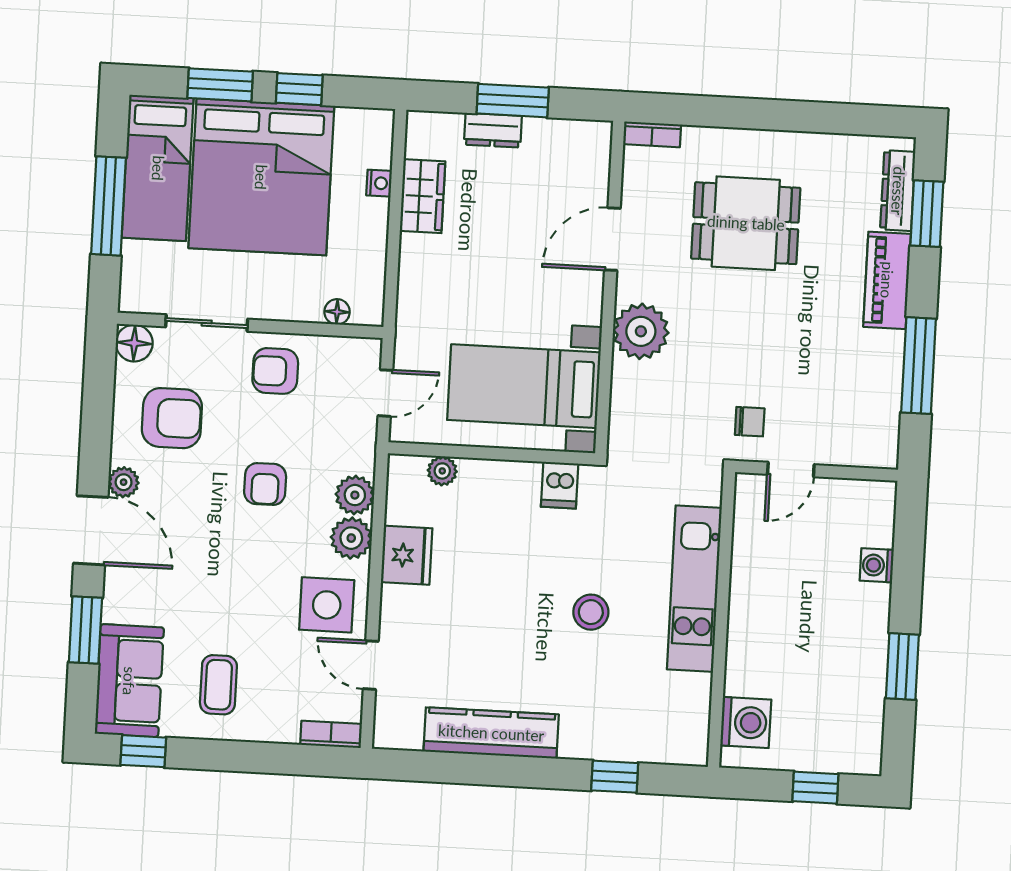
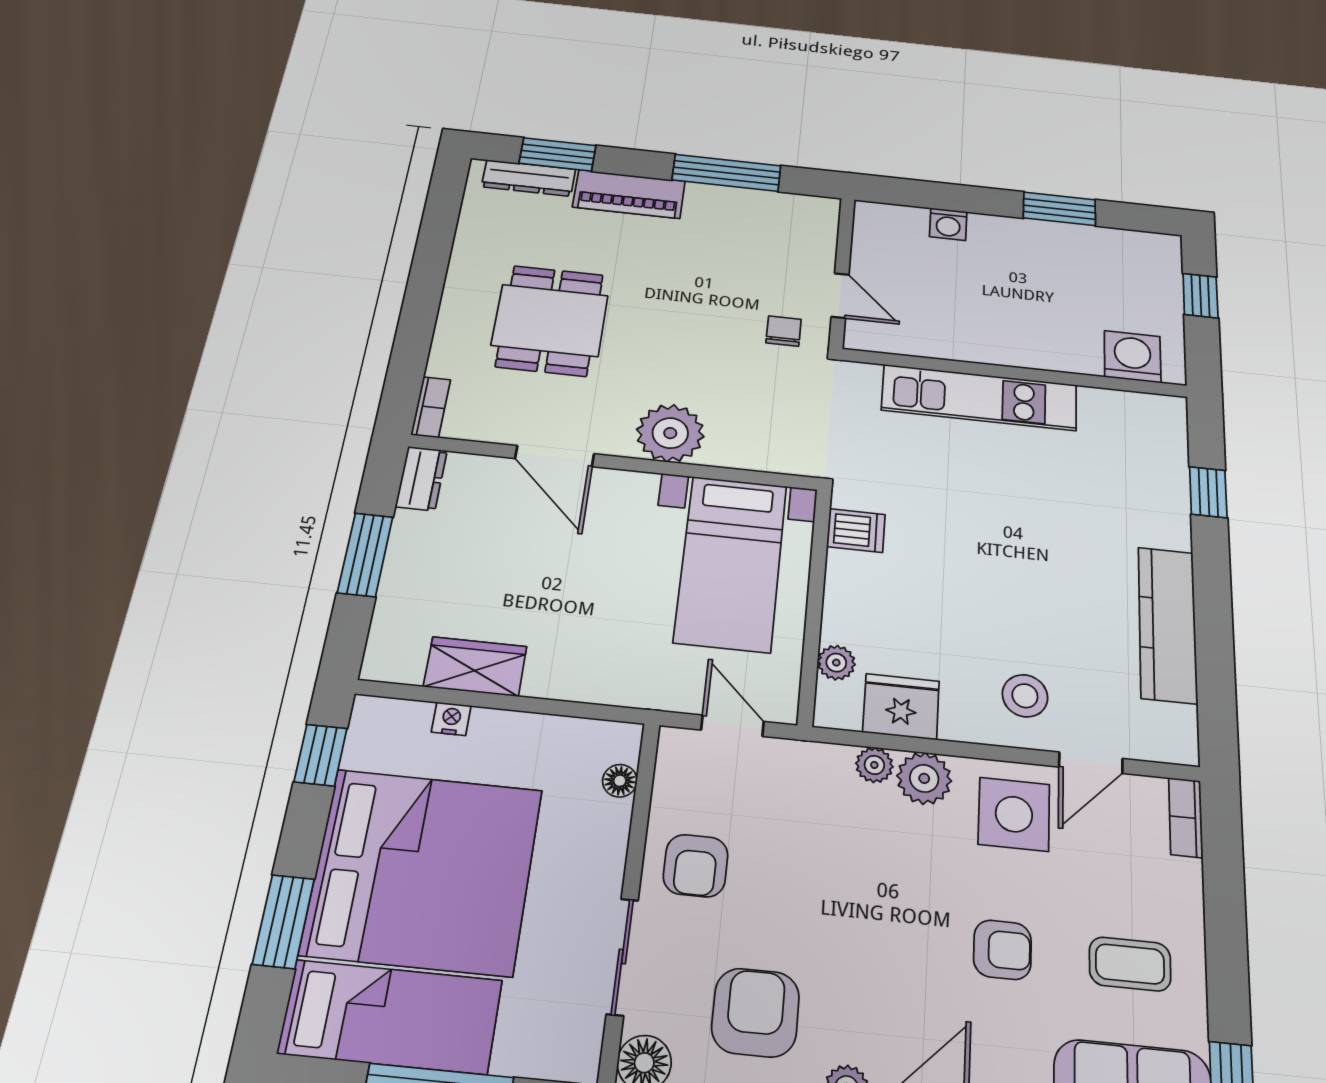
window: (299, 89) -> (321, 755), moved
dresser: (493, 130) -> (421, 479), moved
armchair: (265, 484) -> (1002, 950), moved
plant: (355, 495) -> (874, 765), width x0.73, depth x0.73
fridge: (407, 555) -> (901, 707), moved
stool: (591, 612) -> (1025, 696), moved

